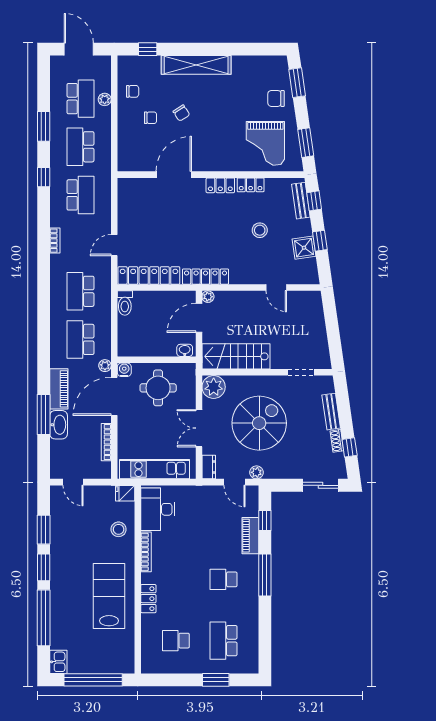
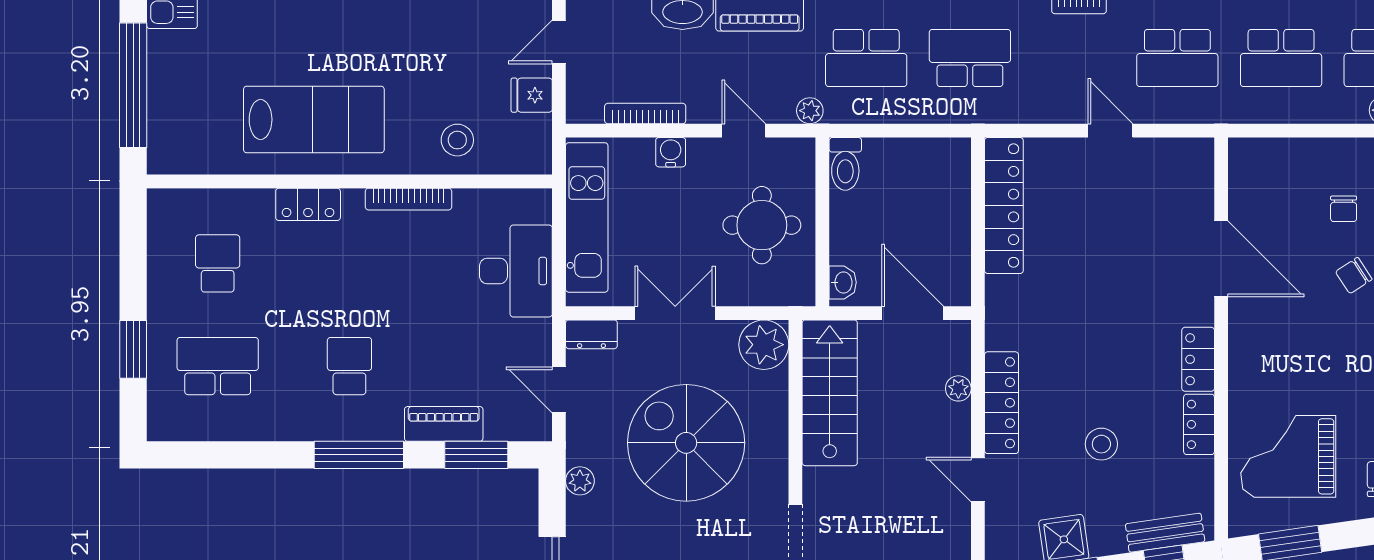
school desk: (80, 147) -> (1281, 58), turned 180
door: (114, 245) -> (1110, 131), moved
locker: (206, 277) -> (1001, 403), moved
door: (276, 288) -> (978, 479), hinge flipped
plant: (208, 297) -> (958, 388), moved
toilet: (125, 303) -> (845, 164), moved, turned -90
school desk: (80, 339) -> (866, 58), turned 180
water cooler: (124, 370) -> (671, 152), moved, turned -90
door: (114, 396) -> (744, 131), width x0.53
spiral stairs: (259, 423) -> (686, 443), turned 180
plant: (256, 472) -> (580, 481), moved
door: (235, 482) -> (559, 390), hinge flipped
fridge: (125, 493) -> (532, 95), moved, turned -90
desk: (158, 509) -> (516, 271), moved, turned 90
window: (265, 520) -> (476, 455), width x1.50

